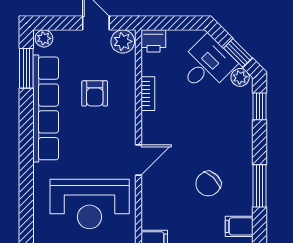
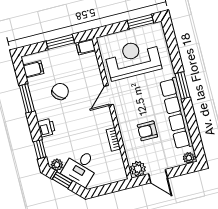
printer: (153, 41) -> (46, 128), moved, turned 90
window: (26, 68) -> (183, 85), moved
armchair: (95, 93) -> (147, 131), turned -90

